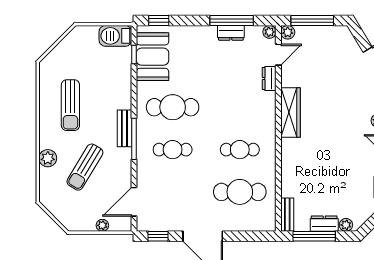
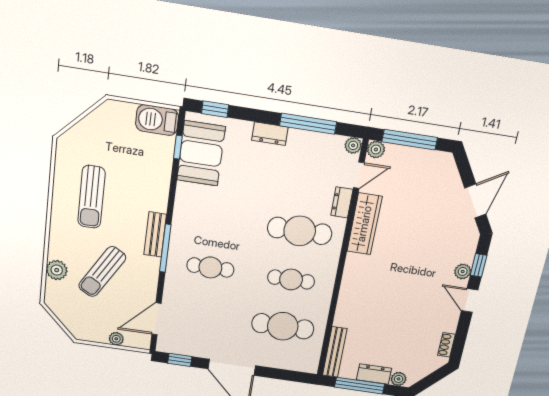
dresser: (231, 33) -> (270, 134), moved
cafe table: (173, 107) -> (300, 231), moved
wardrobe: (290, 113) -> (364, 224), moved
plant: (48, 158) -> (57, 270), moved
bench: (287, 215) -> (335, 352), width x1.36

